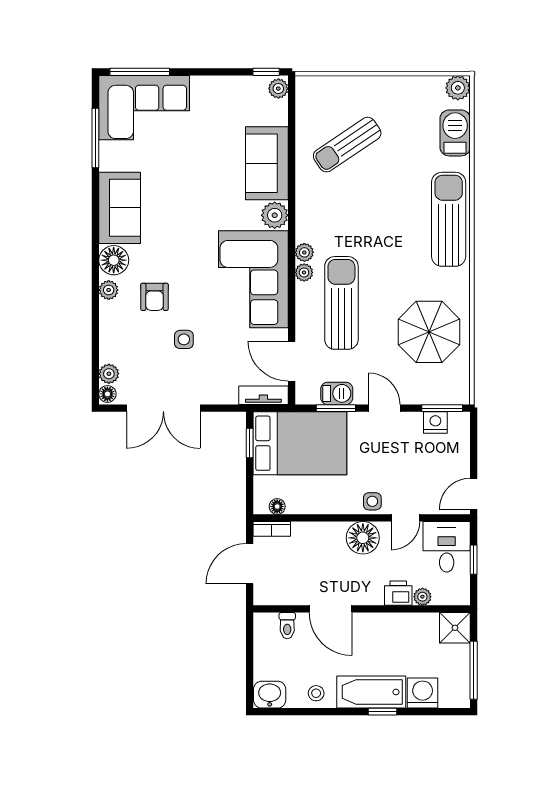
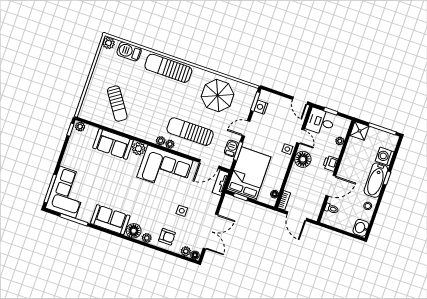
armchair: (155, 297) -> (167, 237), moved
printer: (398, 593) -> (330, 163), moved

